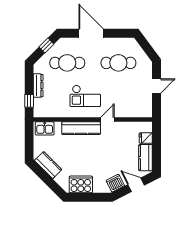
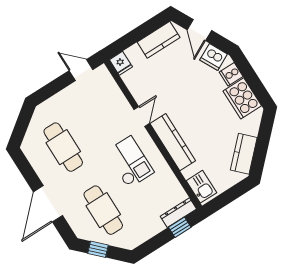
dresser: (38, 86) -> (178, 213), moved
door: (156, 86) -> (81, 70), moved
door: (107, 120) -> (142, 116), swing flipped
fridge: (146, 138) -> (121, 63), moved
cooker: (99, 187) -> (231, 74), added

